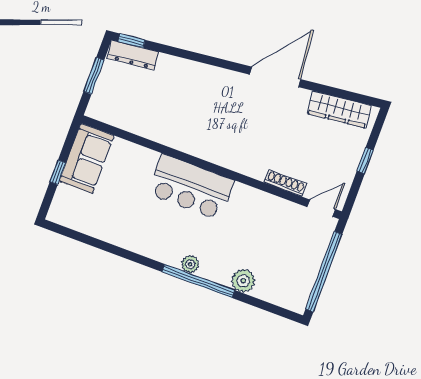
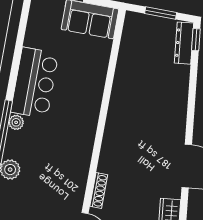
bar counter: (191, 187) -> (35, 83), moved, turned 180

